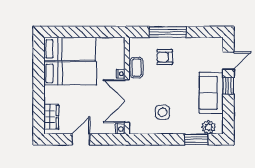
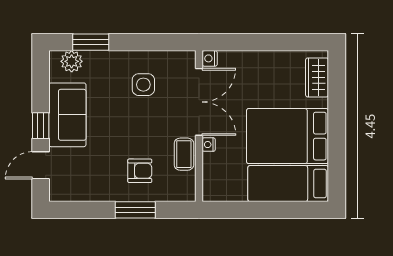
window: (168, 32) -> (135, 210), width x0.69
bed: (70, 73) -> (288, 136), width x1.50
door: (81, 139) -> (271, 42), removed

